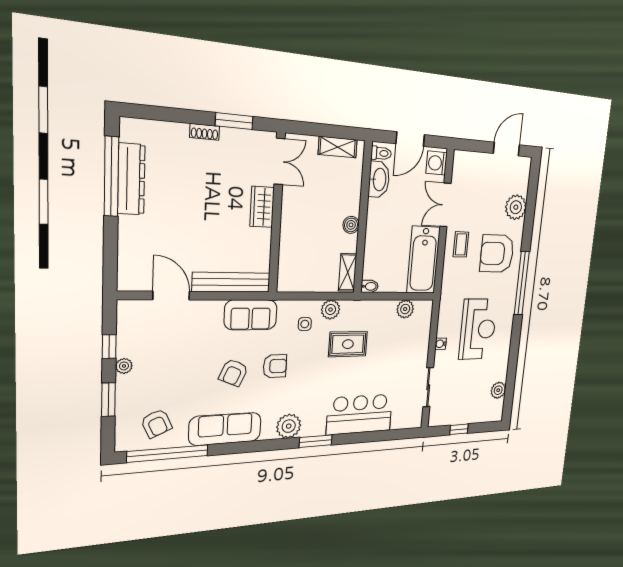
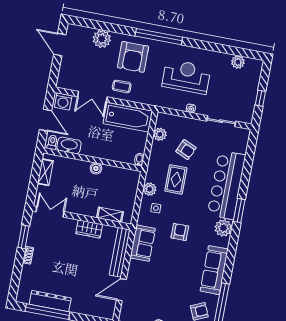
wardrobe: (262, 207) -> (89, 229), moved
shelving: (348, 272) -> (110, 215), moved
armchair: (233, 373) -> (186, 150), moved
bar counter: (360, 414) -> (226, 185), width x1.36

